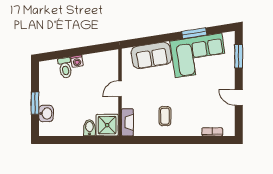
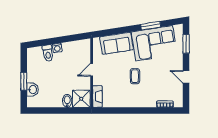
coffee table: (165, 116) -> (135, 76), moved

